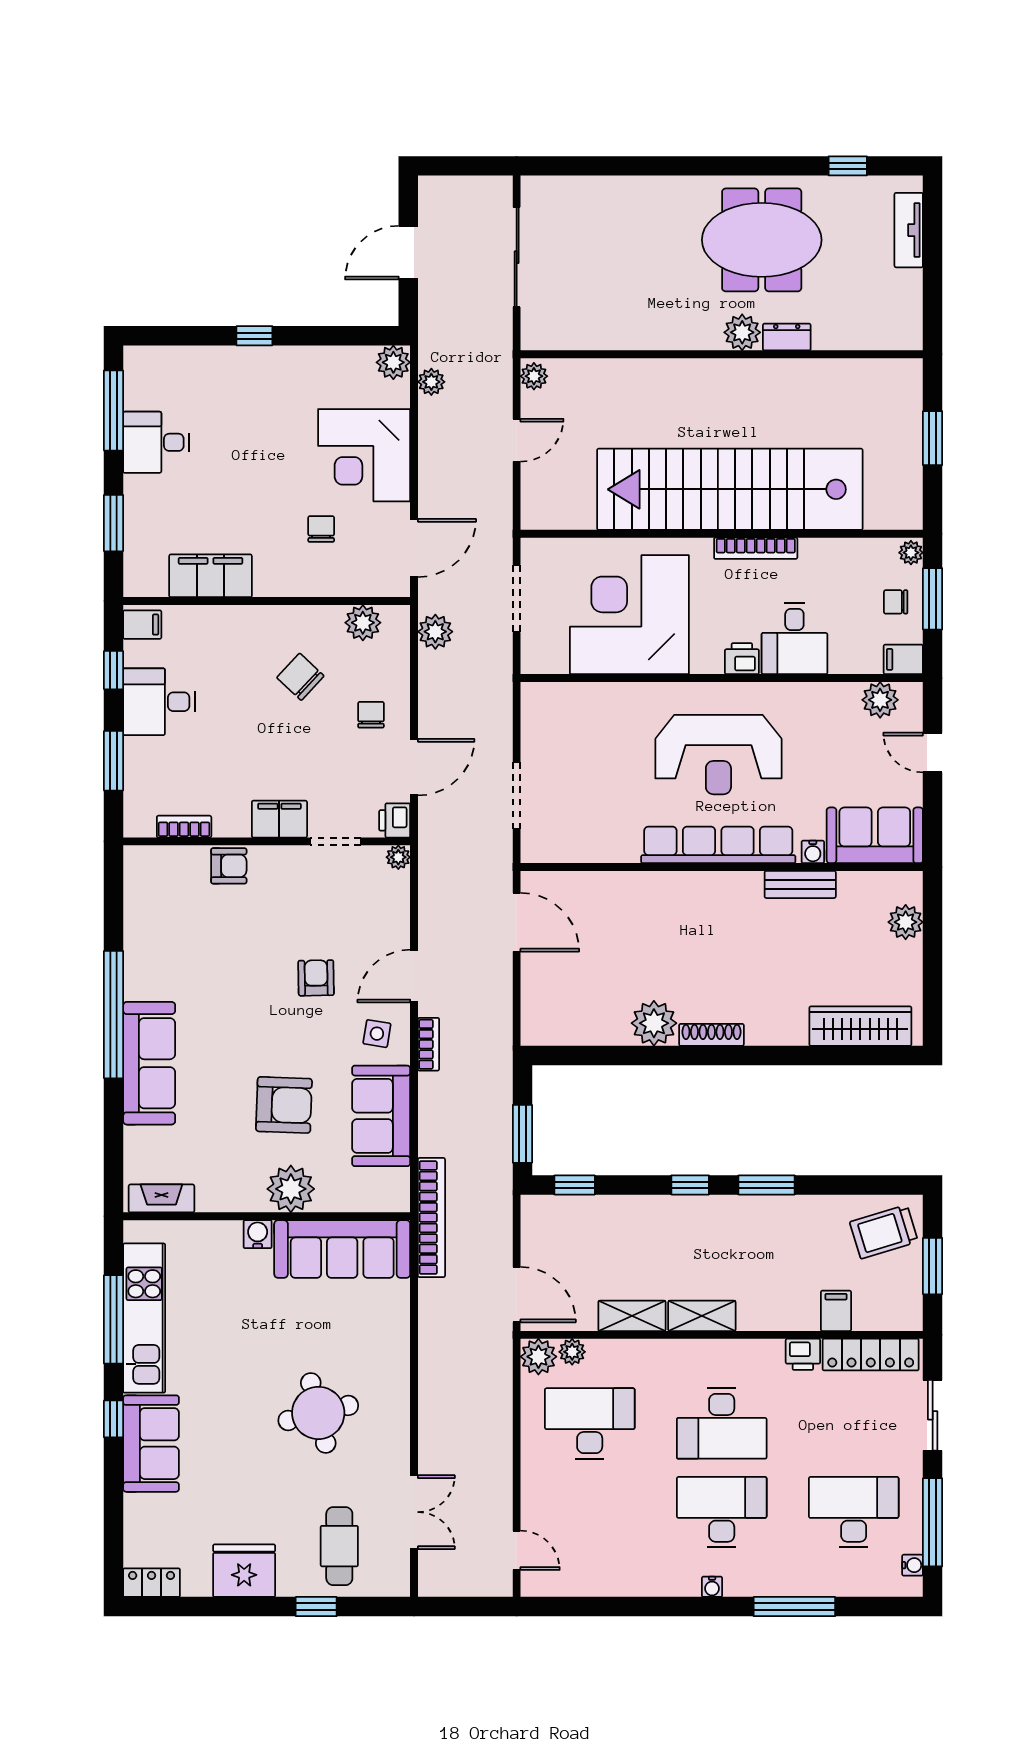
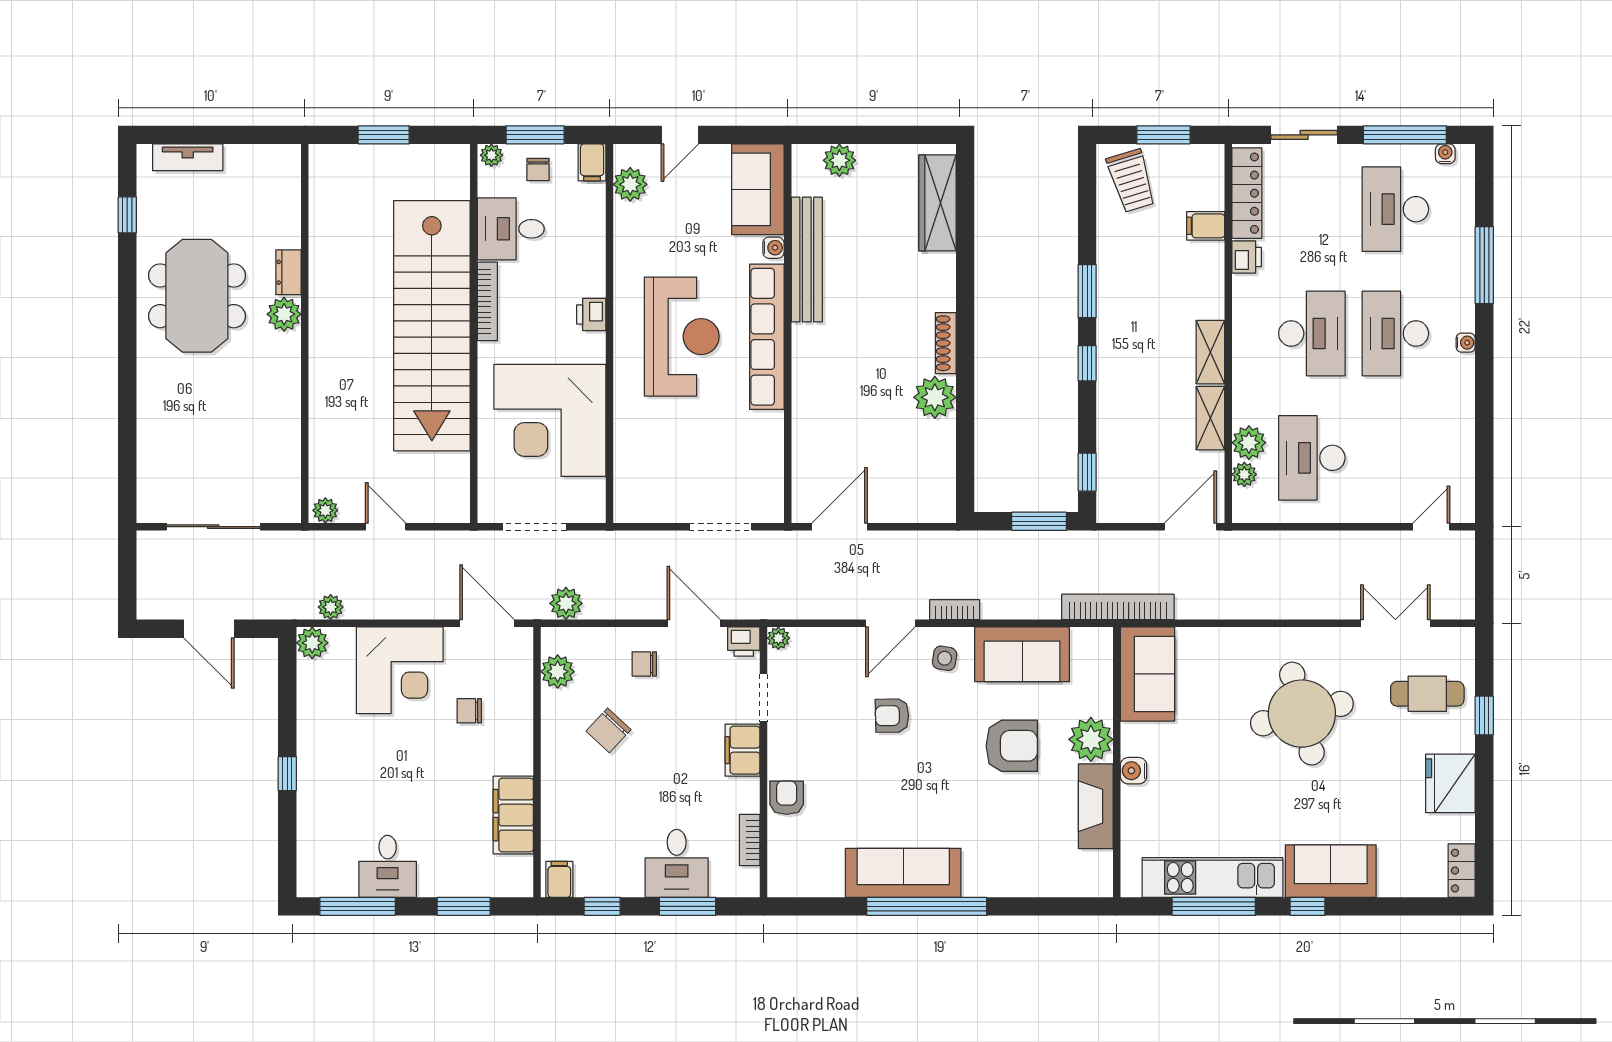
desk: (794, 639) -> (511, 229), moved, turned 180
desk: (159, 702) -> (677, 863), moved
bench: (800, 884) -> (807, 260), width x1.86, depth x1.21
door: (414, 976) -> (890, 623), hinge flipped
sofa: (149, 1063) -> (903, 873), moved
armchair: (284, 1105) -> (1012, 746), turned 88
fireplace: (161, 1198) -> (1096, 806), moved, width x1.37, depth x1.32
sofa: (342, 1249) -> (1147, 674), width x0.73
plant: (538, 1357) -> (1249, 443), moved
round table: (318, 1413) -> (1302, 714), width x1.36, depth x1.36

